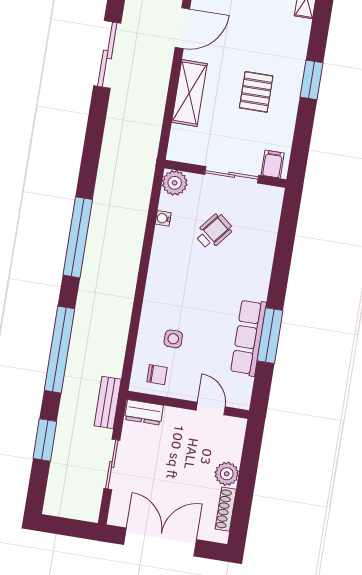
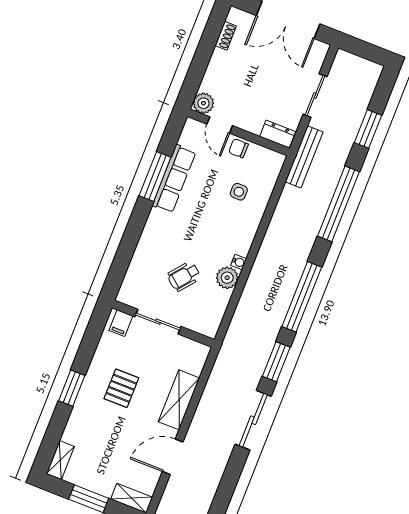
sliding door: (107, 55) -> (253, 420), moved
window: (90, 159) -> (276, 362), added
plant: (175, 183) -> (227, 278), moved
water cooler: (163, 218) -> (239, 262), moved
chair: (157, 375) -> (238, 148), moved
bench: (108, 403) -> (304, 157), width x1.36
plant: (227, 474) -> (203, 103), moved
shoe rack: (226, 509) -> (226, 36), width x0.70

